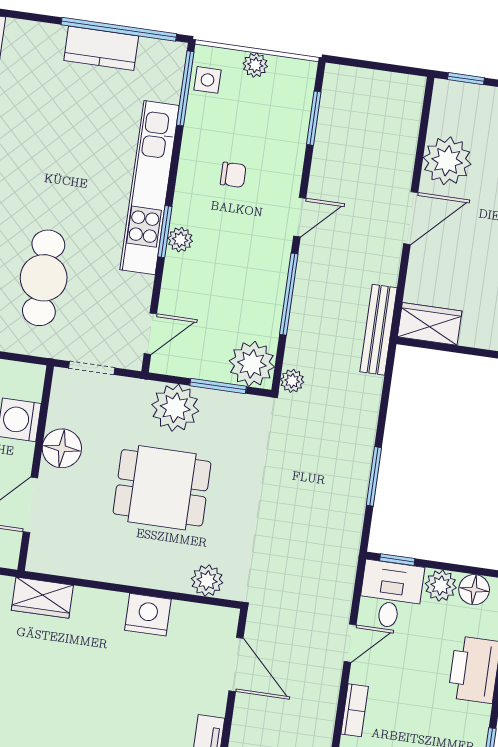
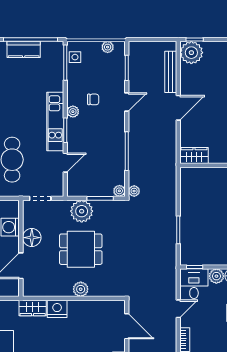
plant: (255, 65) -> (108, 47), moved
plant: (447, 161) -> (191, 53), moved
kitchen unit: (150, 188) -> (55, 122), width x0.73
door: (300, 217) -> (127, 102), moved
plant: (180, 240) -> (73, 112), moved
bench: (379, 330) -> (171, 72), moved
door: (150, 334) -> (65, 163), moved
plant: (252, 364) -> (119, 191), width x0.53, depth x0.53
plant: (207, 581) -> (81, 289), moved
nightstand: (148, 615) -> (57, 309), moved

